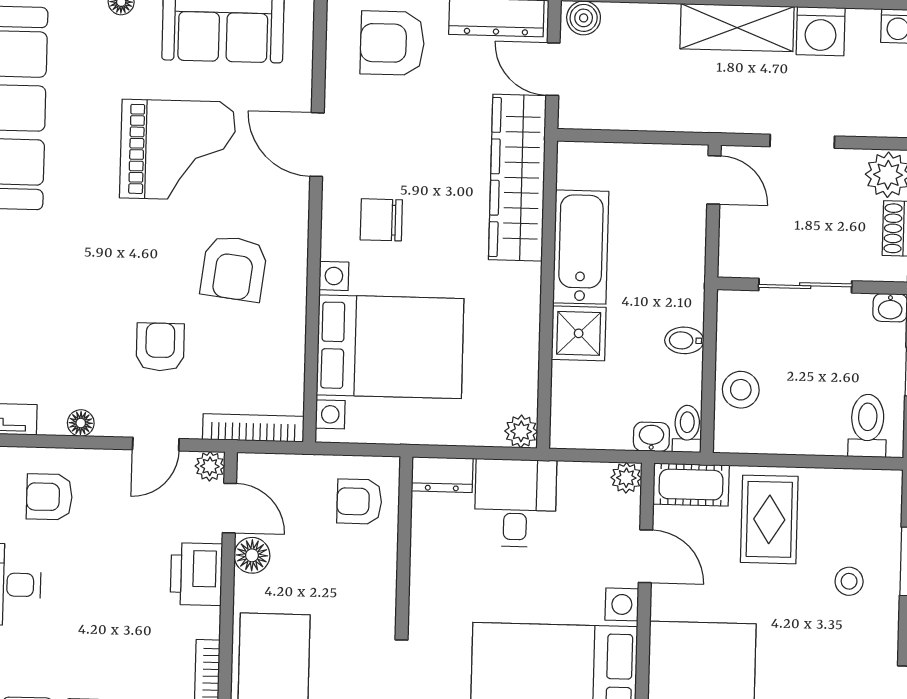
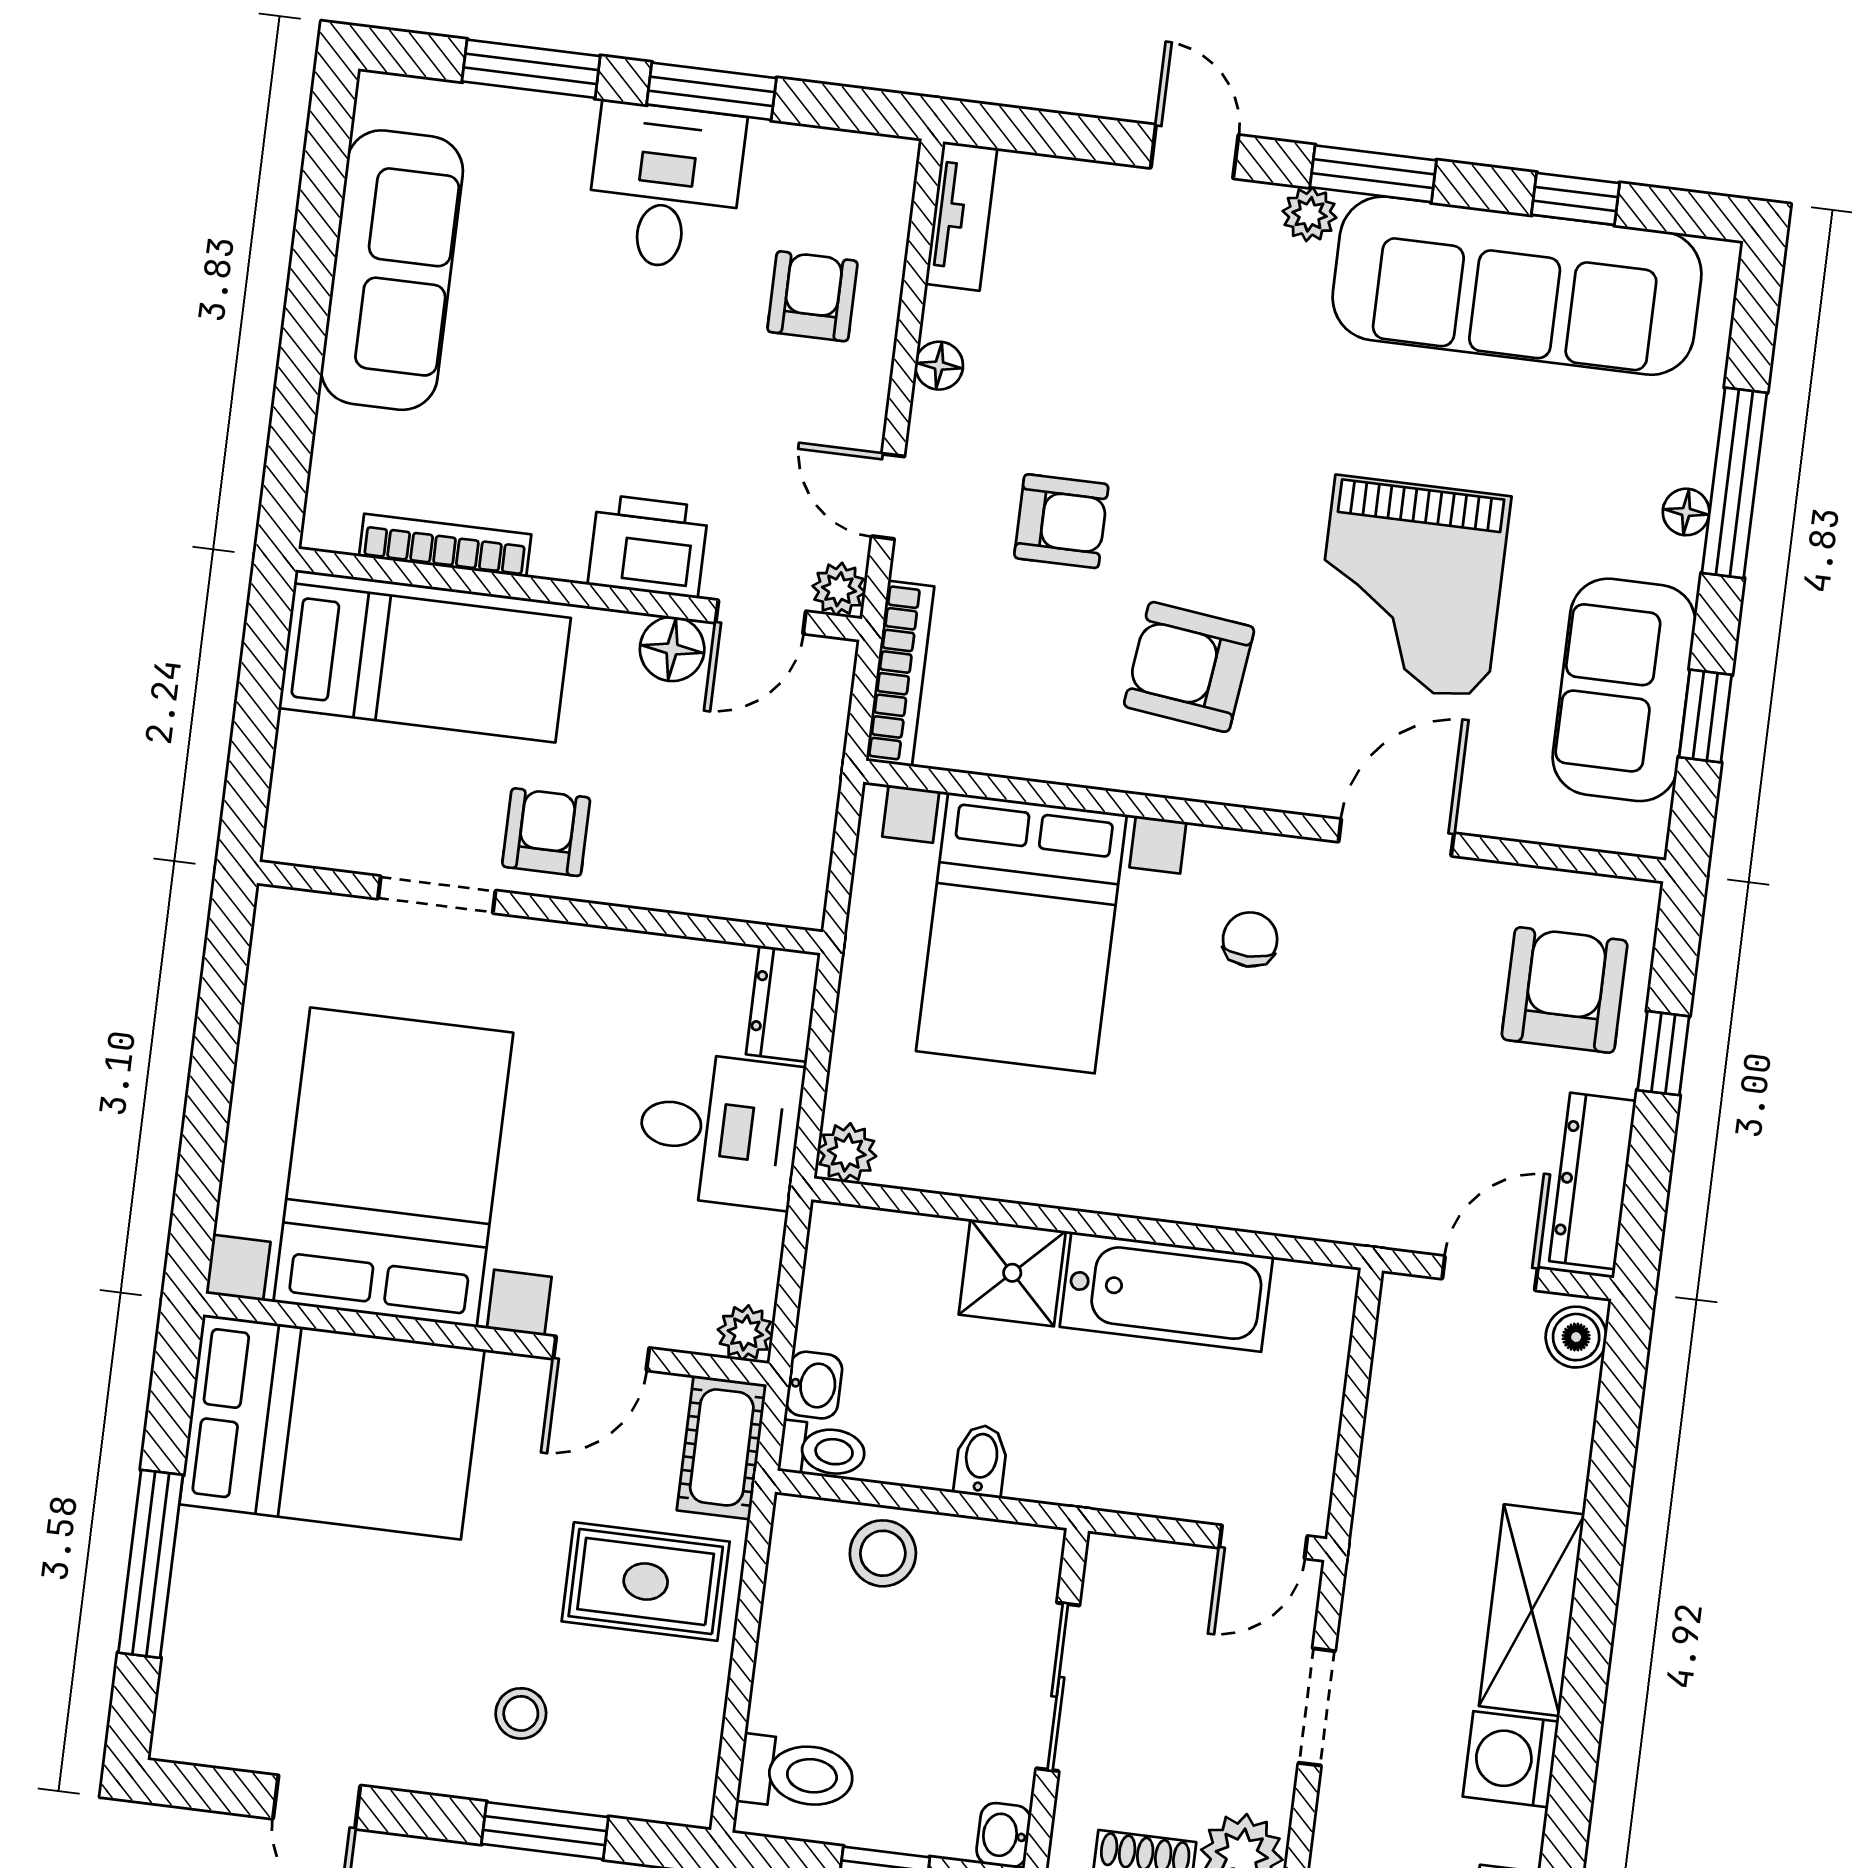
wardrobe: (517, 178) -> (1302, 1191), removed
chair: (381, 220) -> (1250, 939), width x0.73, depth x0.73
armchair: (359, 501) -> (546, 832), moved

